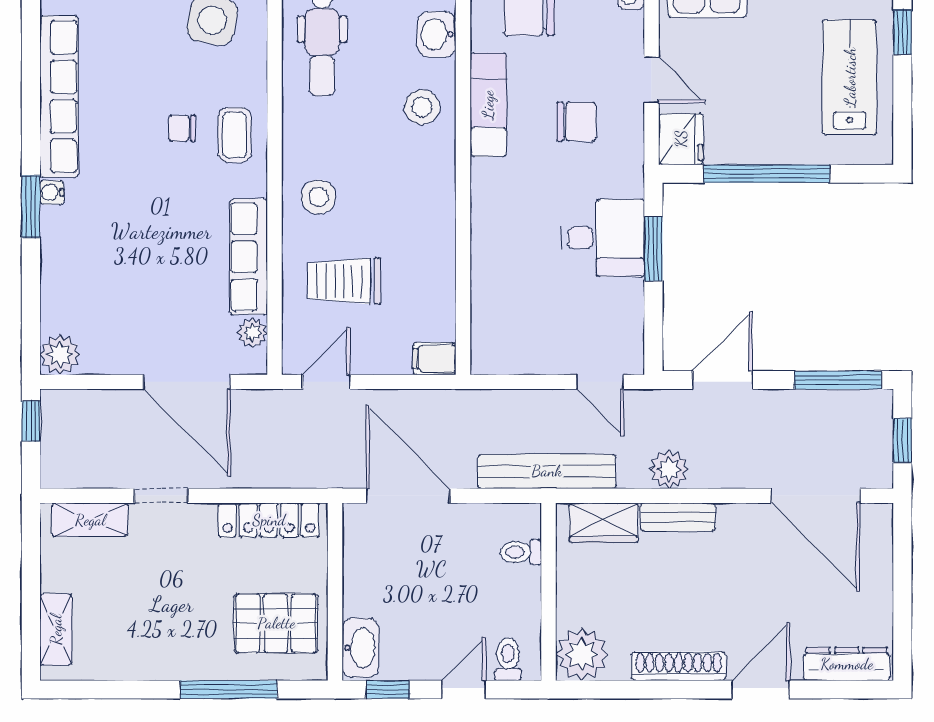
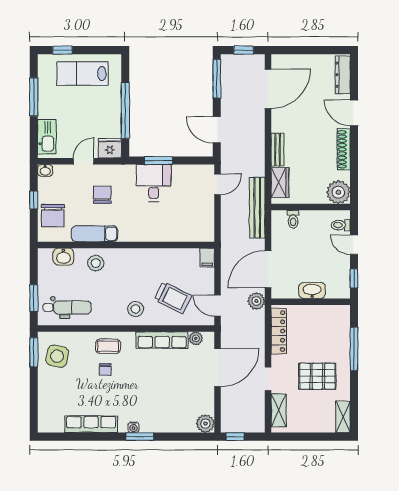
row of seats: (59, 97) -> (91, 424), width x0.73
trolley: (344, 281) -> (173, 298), turned -64
plant: (669, 469) -> (256, 301), moved
pallet: (276, 623) -> (317, 376), moved, turned 90
shelving: (56, 630) -> (343, 417), moved, turned 90
washbasin: (360, 648) -> (312, 290), moved

